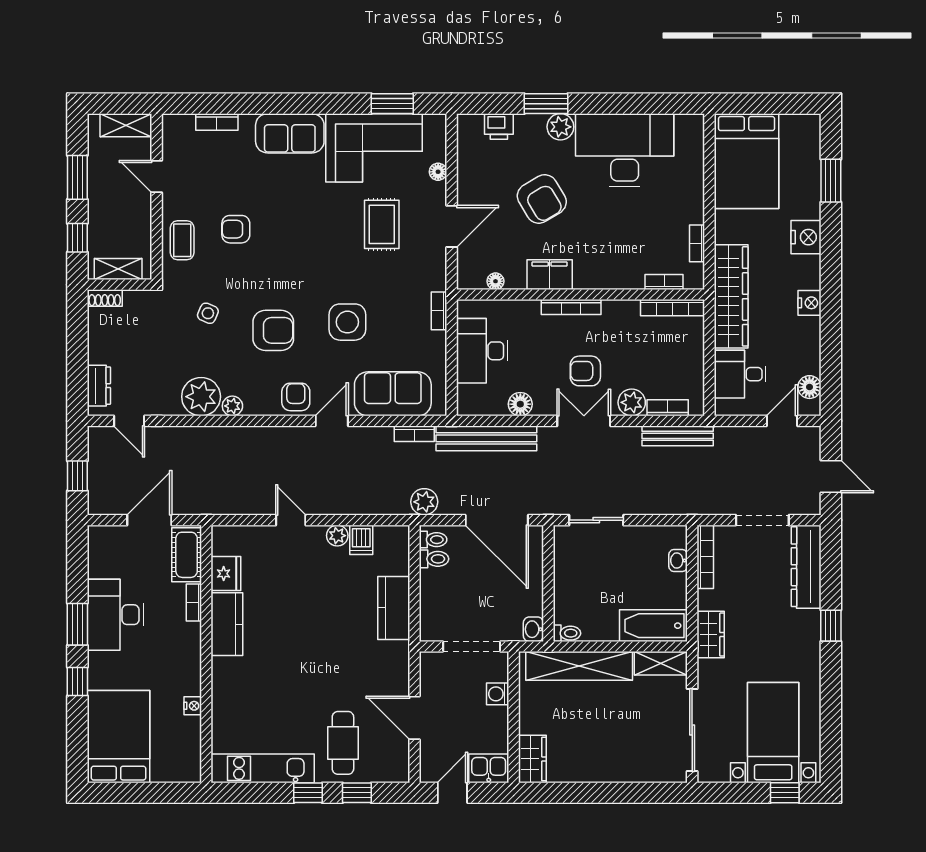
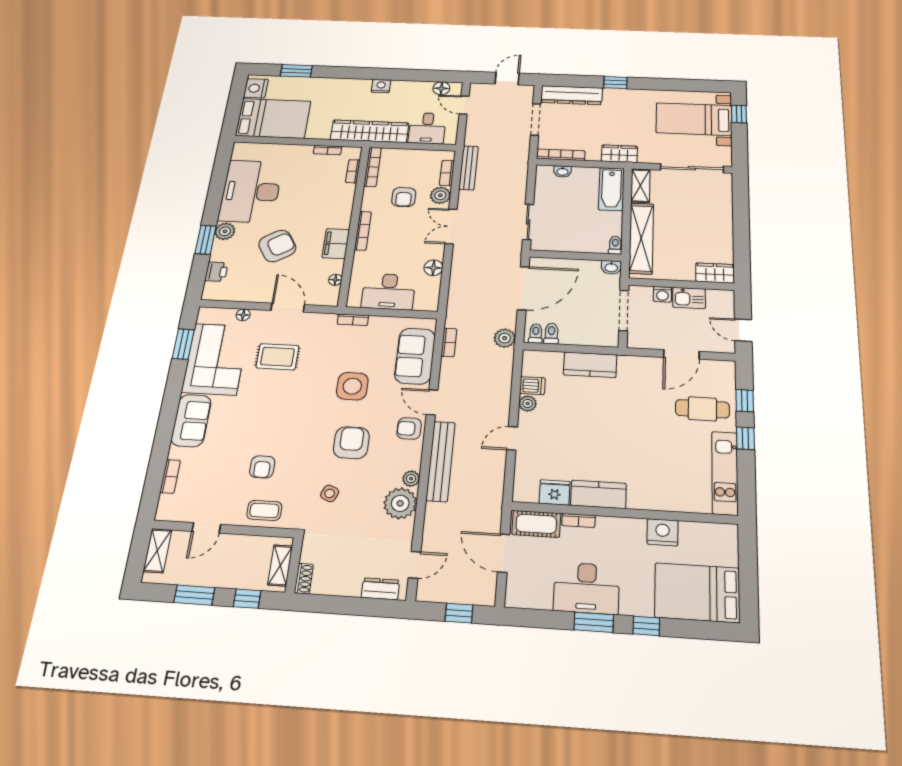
nightstand: (806, 237) -> (256, 88), moved, turned -90
armchair: (585, 371) -> (404, 197), moved
bench: (486, 438) -> (441, 461), moved
nightstand: (193, 706) -> (662, 532), width x1.89, depth x1.79
kitchen sink: (489, 768) -> (689, 298), moved, turned -90

